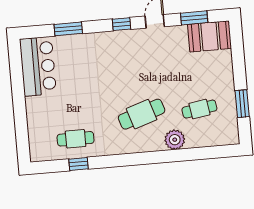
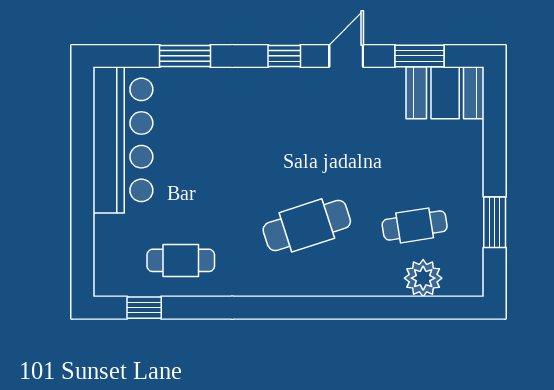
bar counter: (38, 66) -> (123, 140), width x1.36
plant: (175, 140) -> (423, 278), moved
window: (78, 164) -> (144, 308), moved

